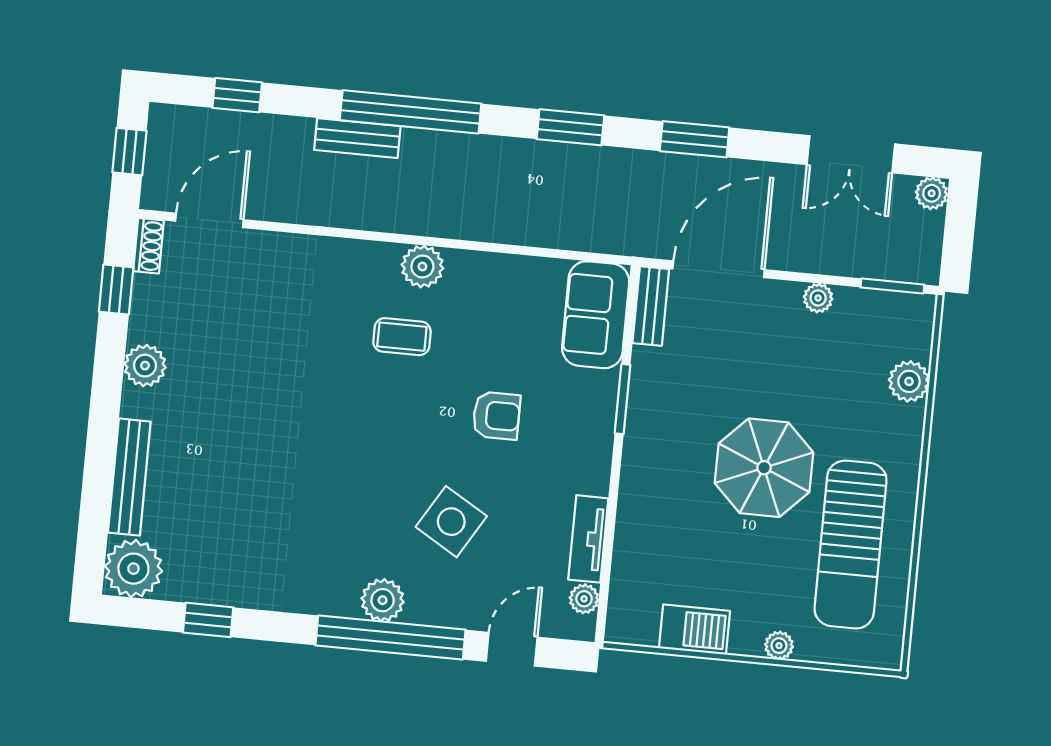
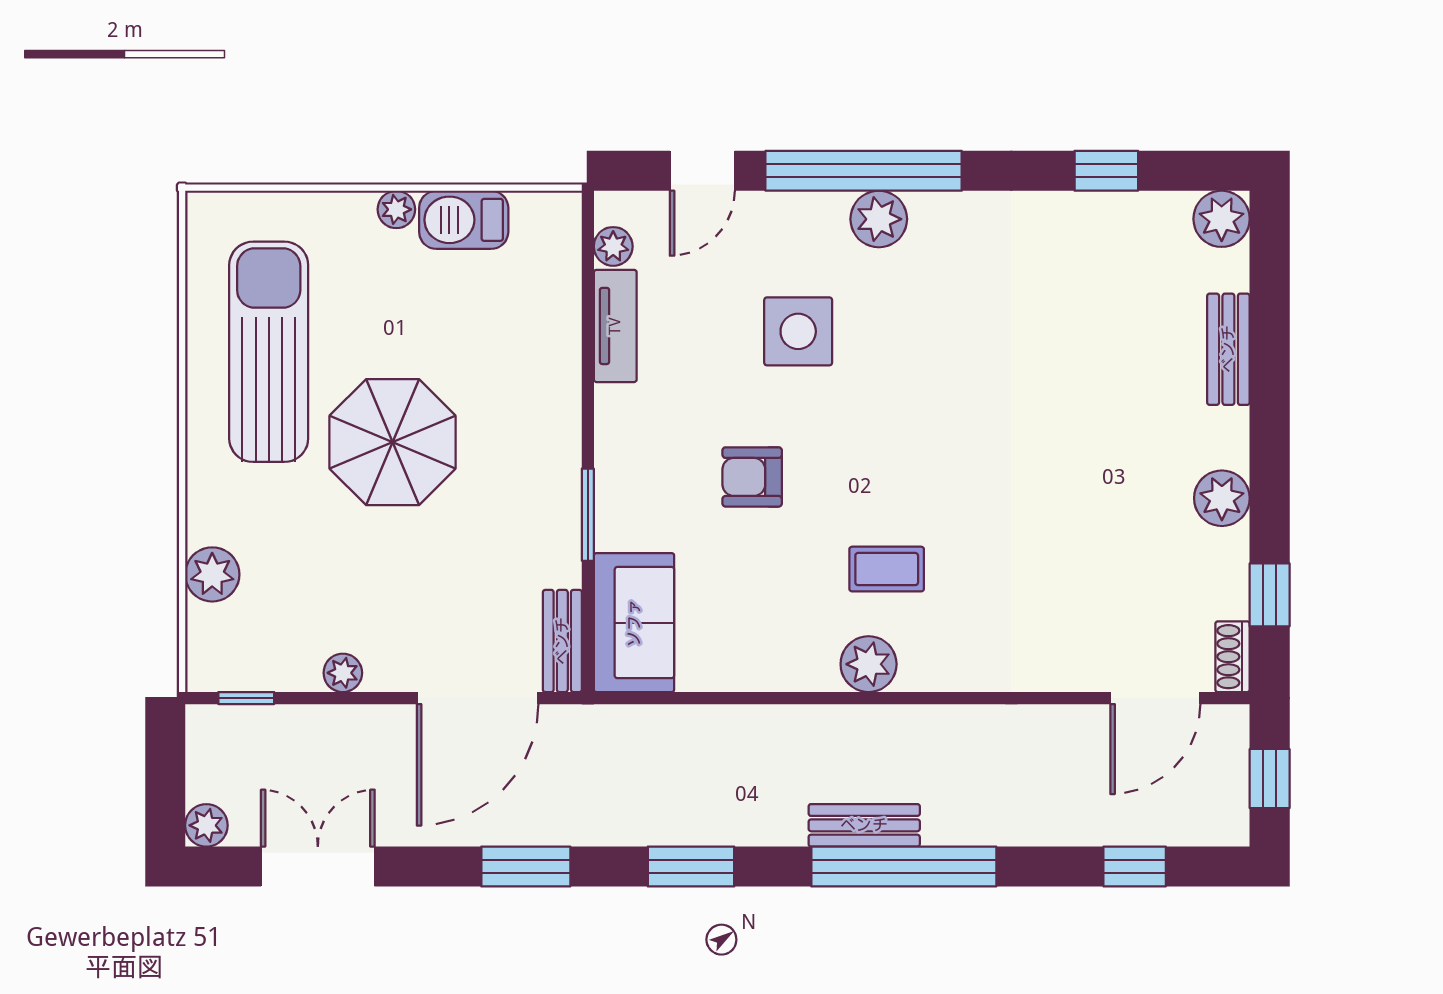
bench: (357, 138) -> (864, 825), moved
window: (892, 286) -> (246, 698), width x0.67
bench: (129, 477) -> (1228, 349), width x0.73
side table: (451, 522) -> (798, 331), turned -31
plant: (133, 569) -> (1222, 219), width x0.73, depth x0.73
plant: (779, 646) -> (396, 209), moved

